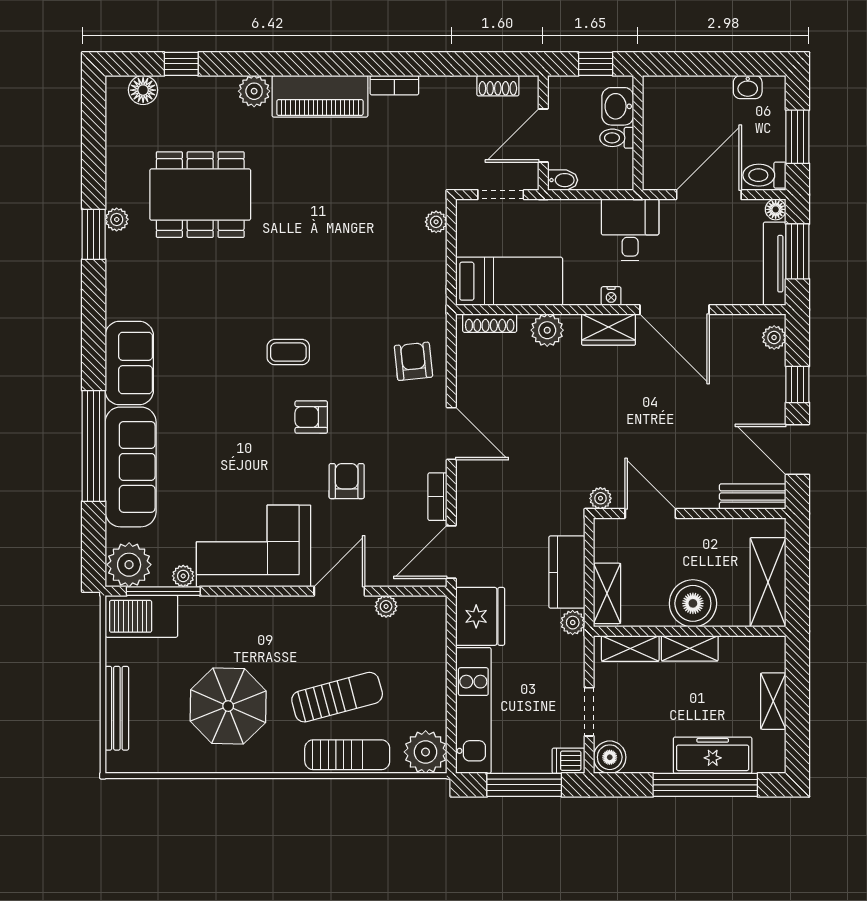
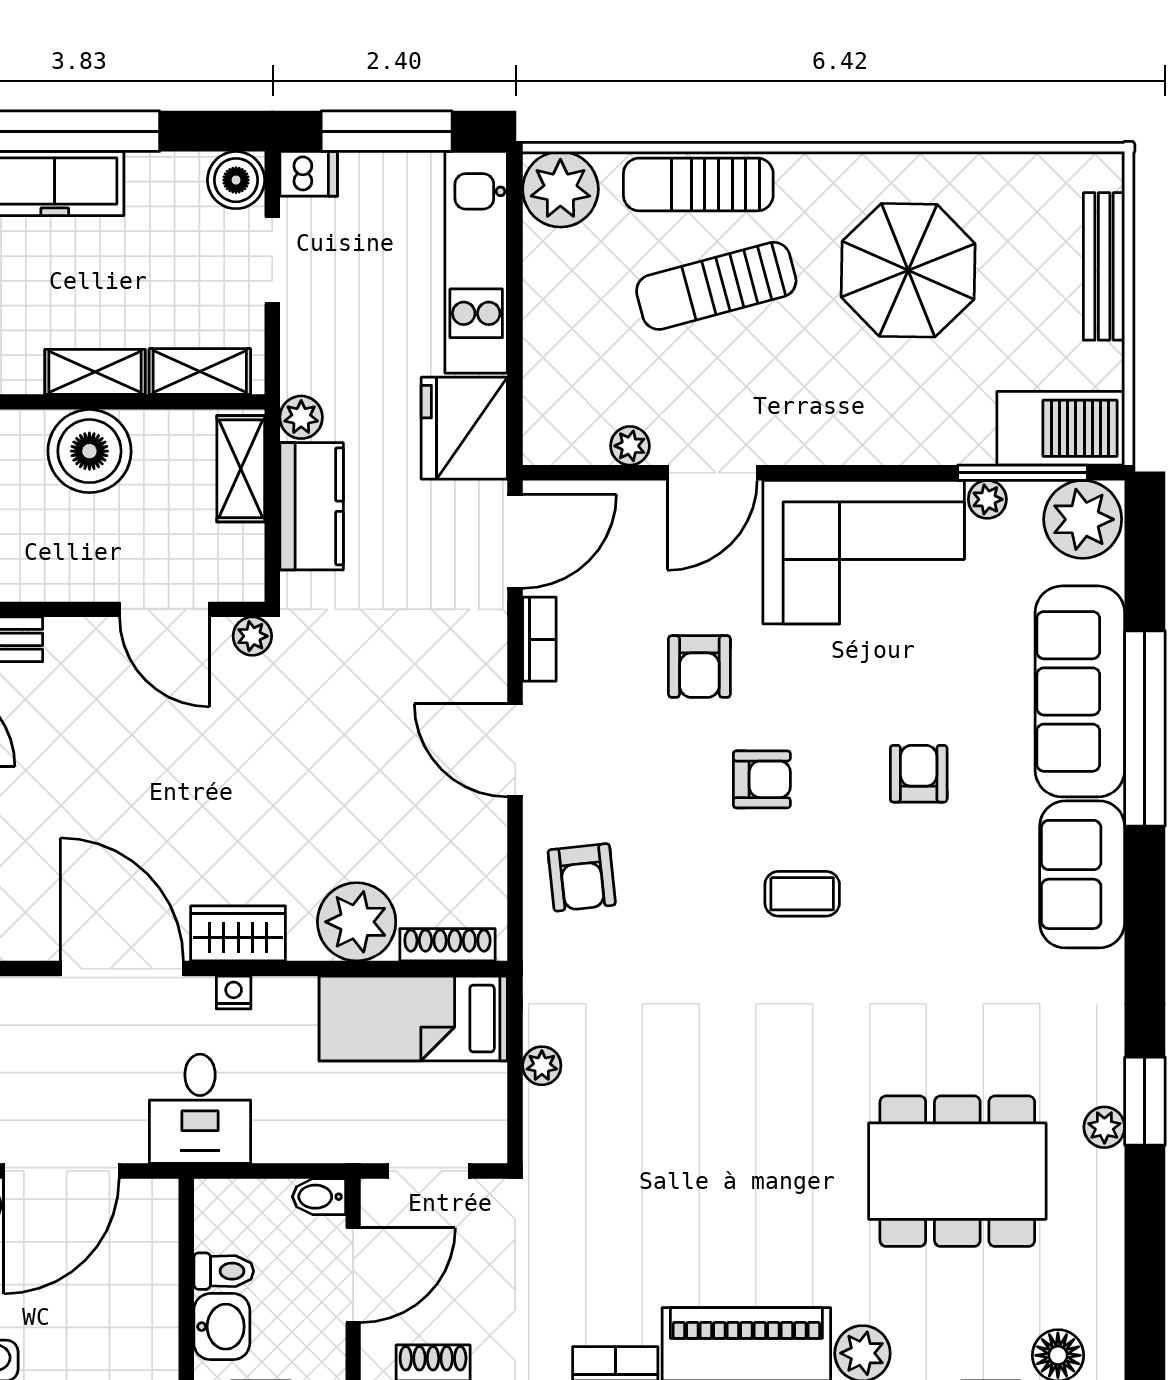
plant: (436, 222) -> (542, 1066), moved
plant: (547, 330) -> (357, 922), width x1.36, depth x1.36
armchair: (222, 420) -> (919, 774), added

